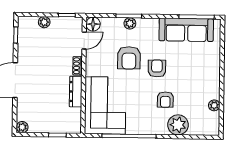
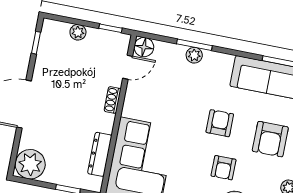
armchair: (129, 58) -> (270, 139), moved
dresser: (76, 92) -> (100, 154), moved
plant: (22, 127) -> (30, 164), width x1.87, depth x1.87

